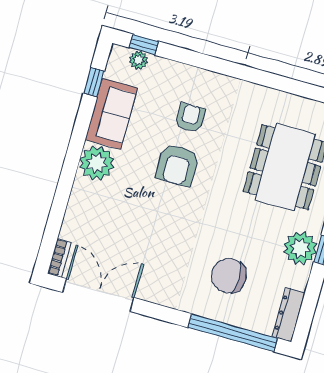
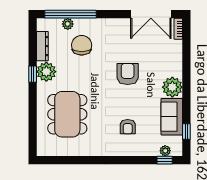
armchair: (177, 165) -> (128, 74), moved
chair: (229, 276) -> (82, 45), turned -90
dresser: (289, 315) -> (42, 46), moved
plant: (242, 318) -> (68, 24), added

